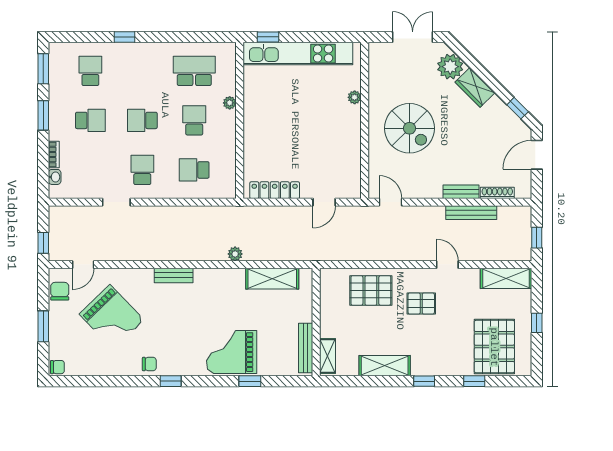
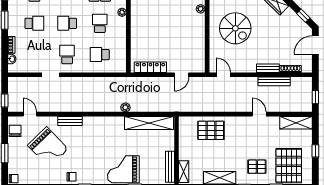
door: (83, 265) -> (30, 114), swing flipped
bench: (174, 275) -> (70, 121), moved
shelving: (272, 279) -> (149, 123), width x1.47
pallet: (421, 303) -> (257, 167), moved

